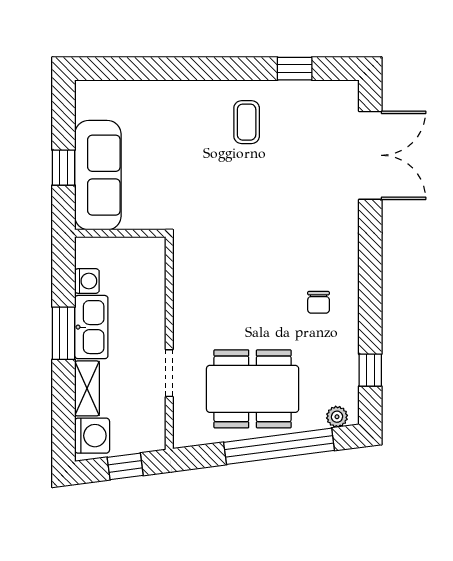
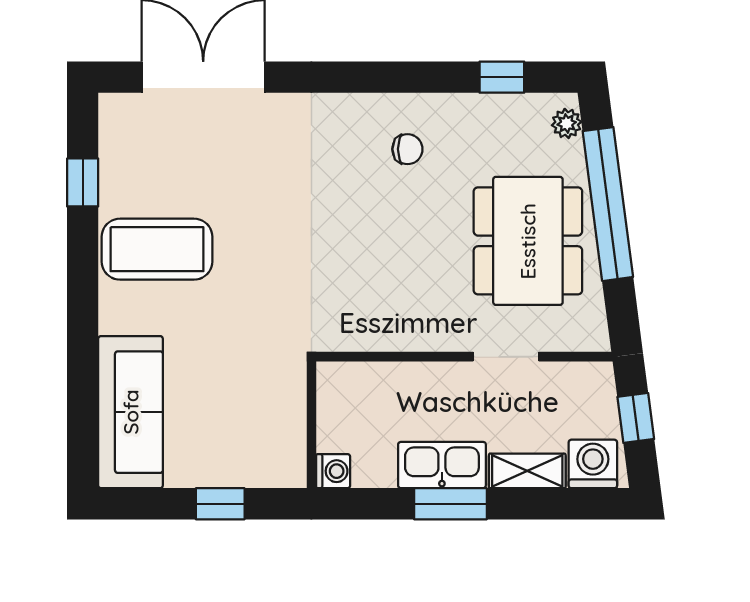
coffee table: (247, 122) -> (157, 249), width x1.86, depth x1.72
sofa: (98, 175) -> (131, 412), moved, turned 90
washing machine: (87, 281) -> (333, 471), moved, turned 90

